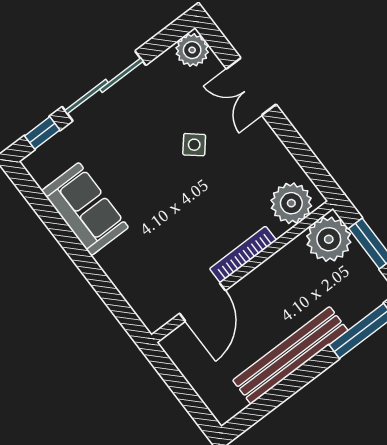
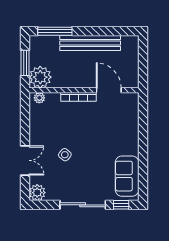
plant: (291, 203) -> (39, 98), width x0.53, depth x0.53
sofa: (85, 209) -> (127, 176), moved
door: (202, 302) -> (109, 90), hinge flipped

